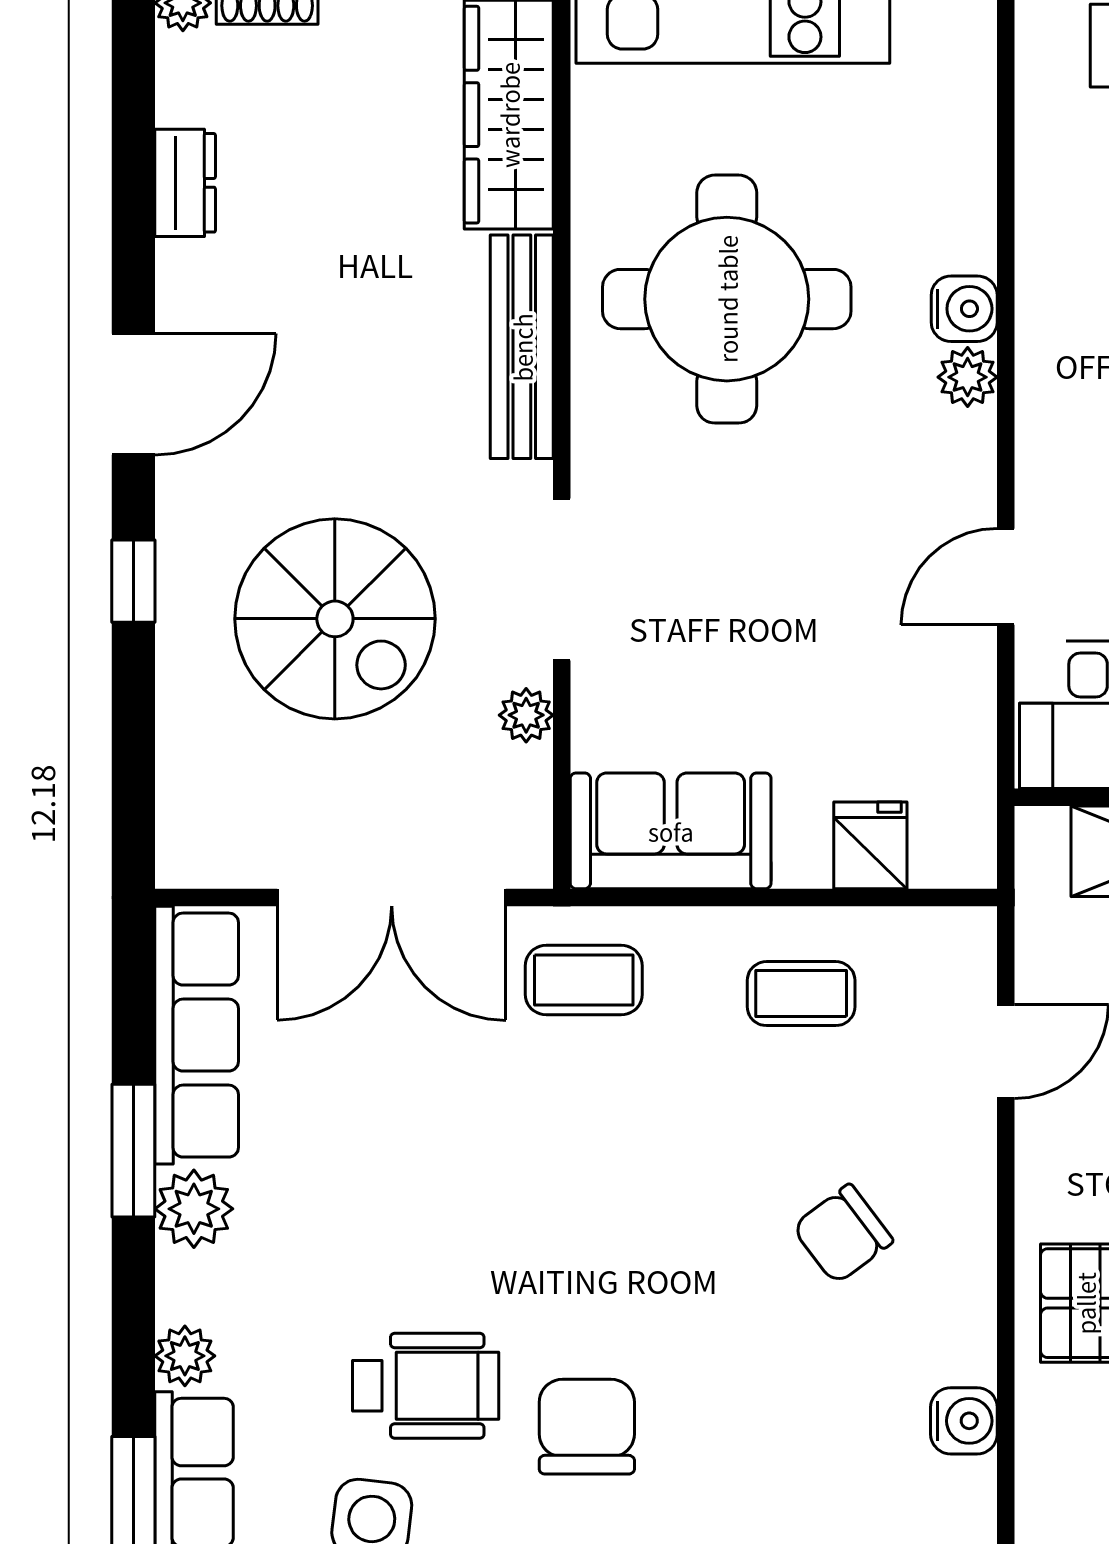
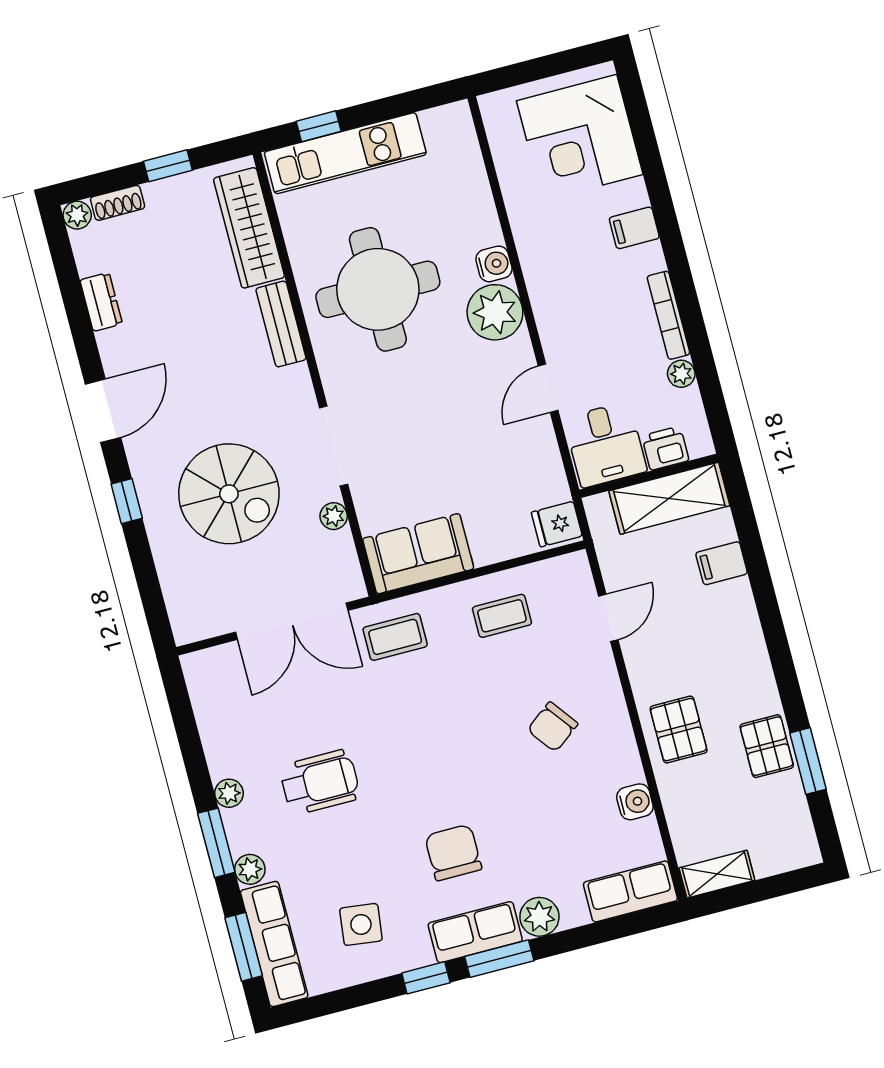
bench: (522, 347) -> (281, 324), width x0.73
plant: (968, 377) -> (495, 312), width x1.87, depth x1.87
fridge: (870, 845) -> (557, 524), moved, turned -90
row of seats: (197, 1035) -> (215, 713), removed
window: (133, 1151) -> (216, 843), moved
plant: (194, 1209) -> (229, 793), width x0.73, depth x0.73
wheelchair: (426, 1386) -> (320, 782), moved

